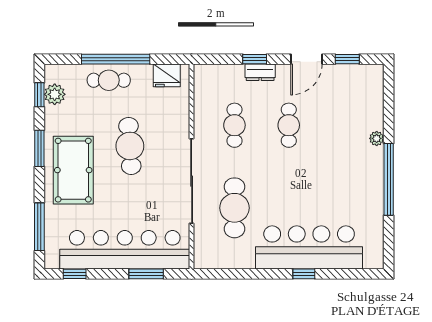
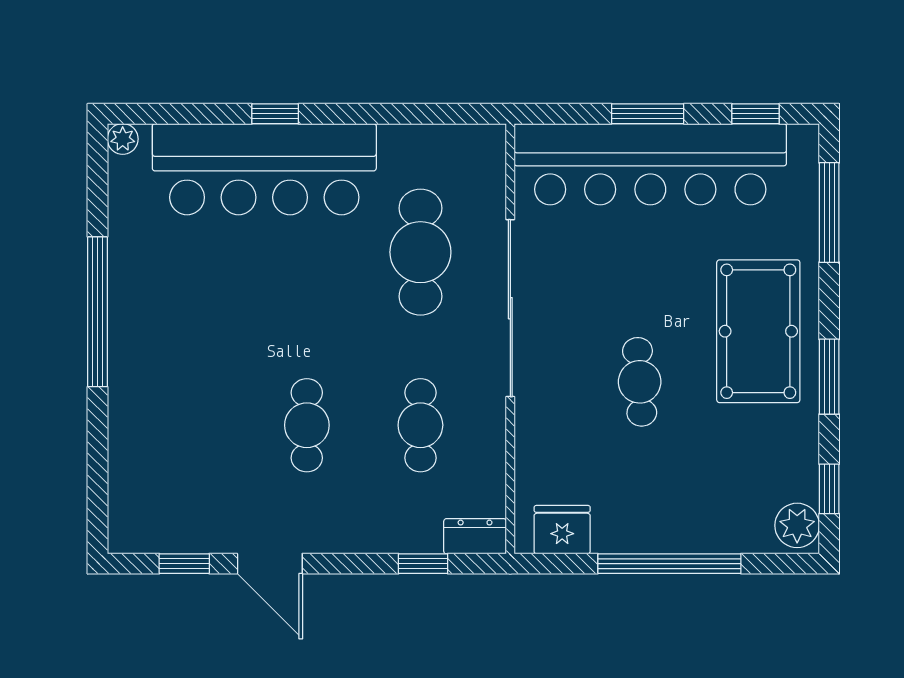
window: (255, 59) -> (423, 564), moved
door: (306, 59) -> (270, 564), swing flipped
dresser: (260, 72) -> (475, 536), moved
cafe table: (109, 80) -> (684, 520), removed
plant: (55, 94) -> (797, 525), moved
plant: (377, 138) -> (123, 139), moved
cafe table: (130, 146) -> (640, 382), width x0.73, depth x0.74
window: (146, 274) -> (648, 114), moved

